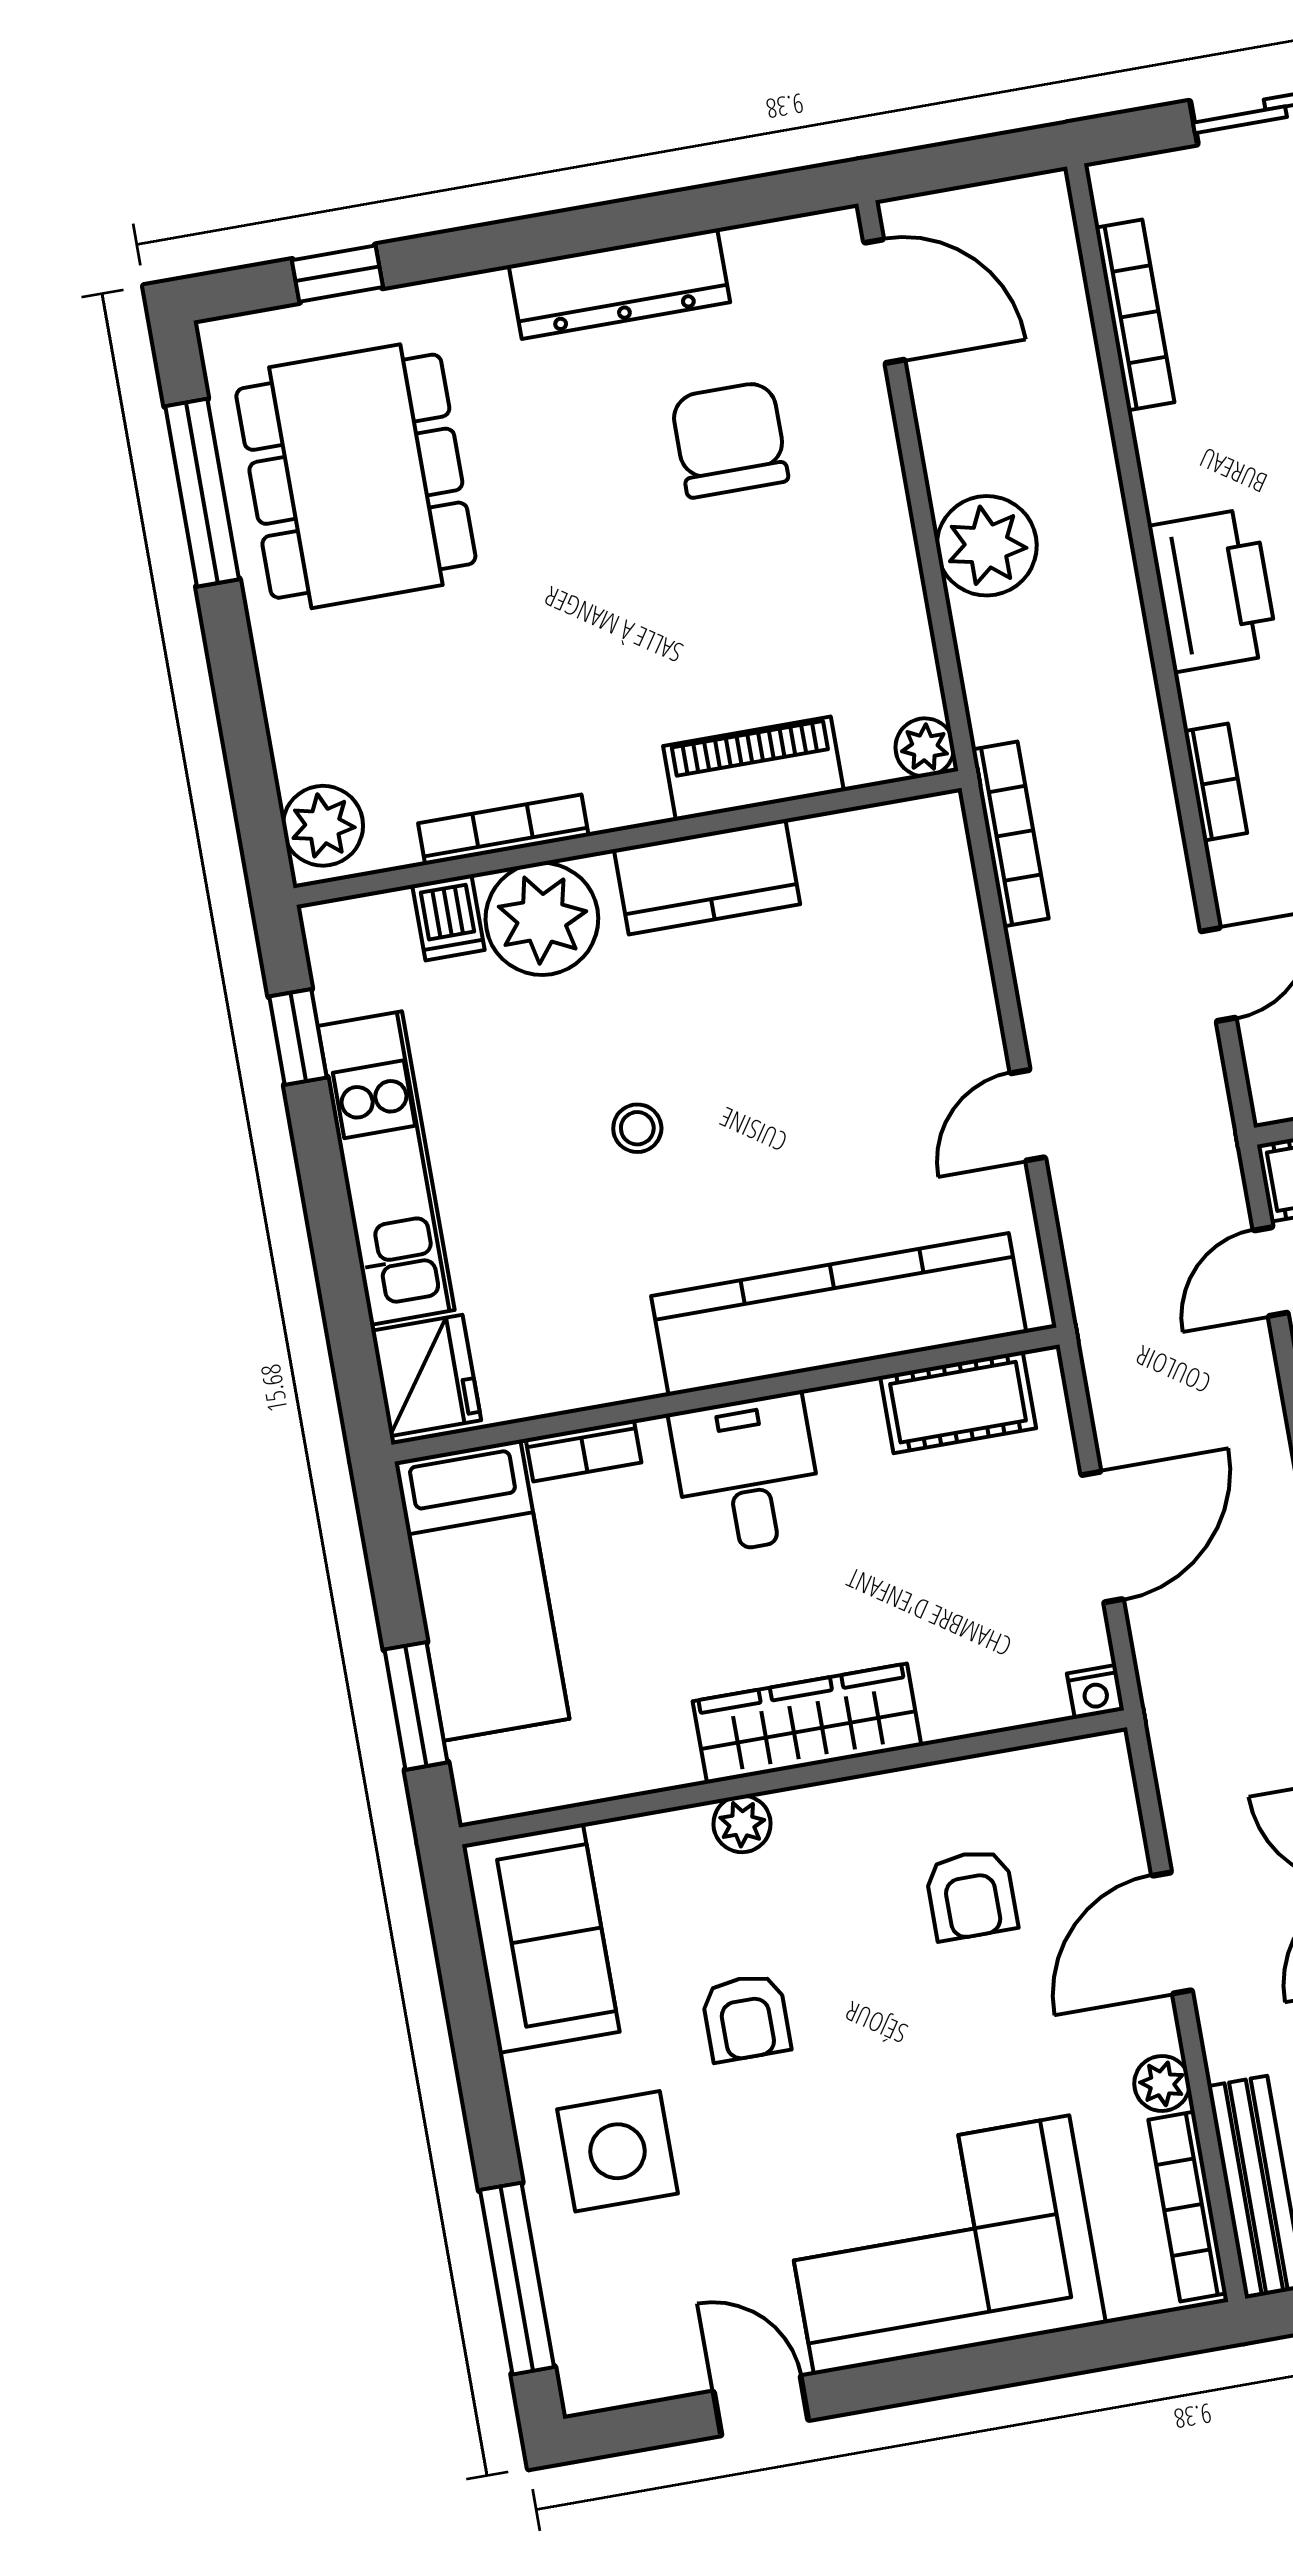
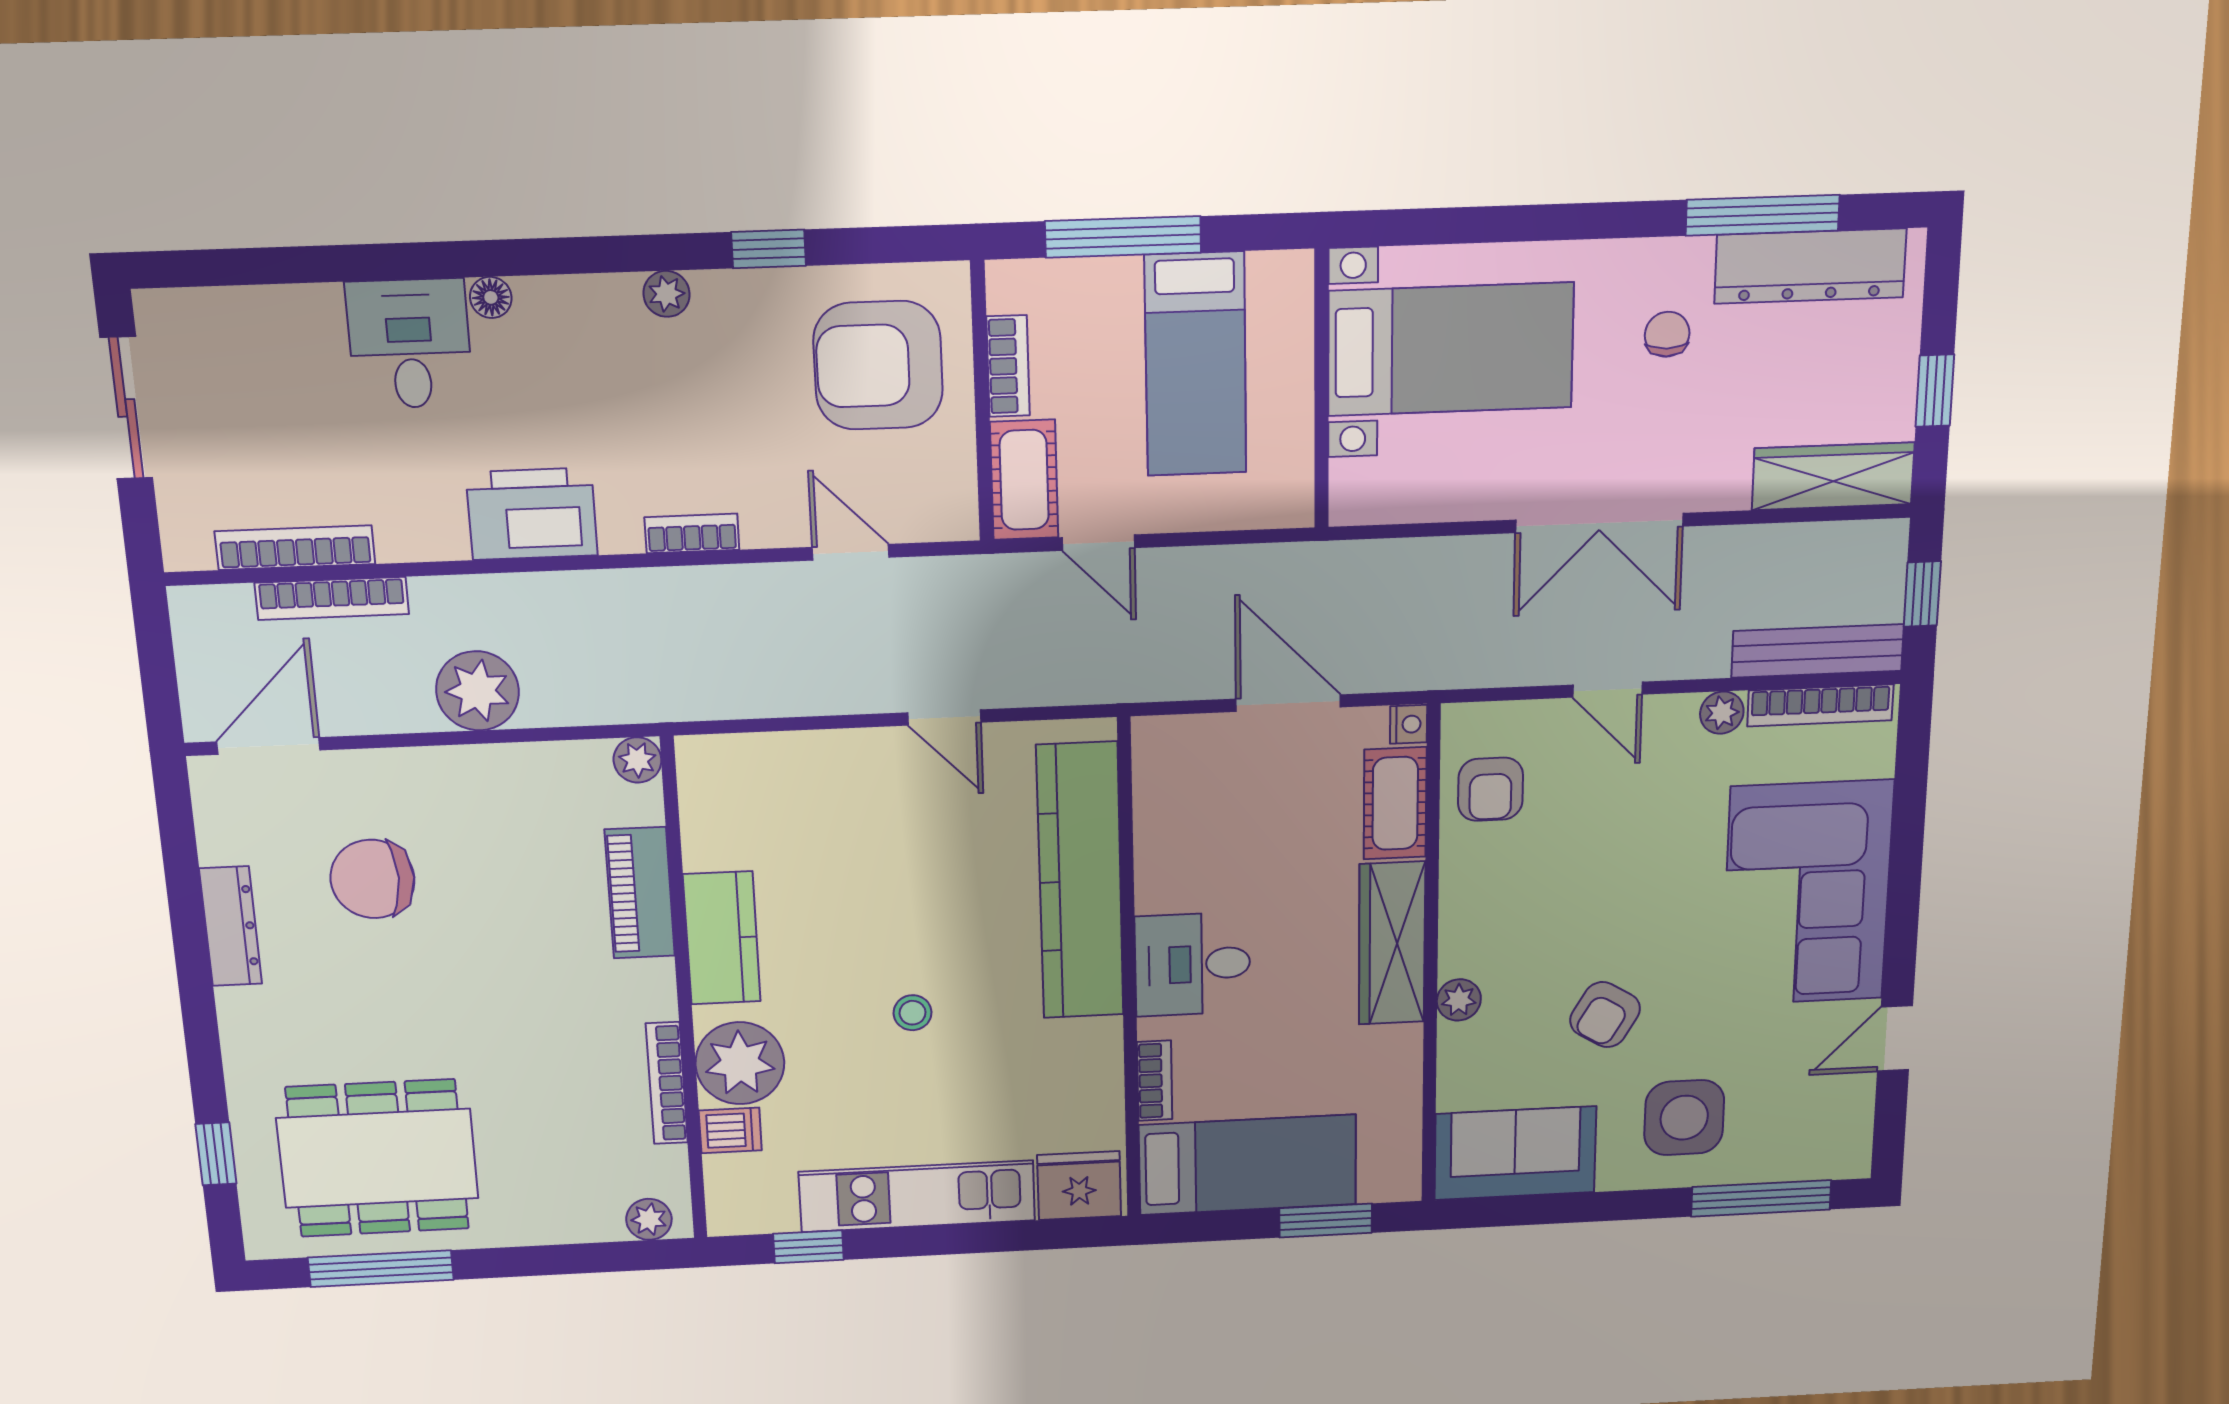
dresser: (619, 284) -> (231, 926), width x0.73, depth x0.80
plant: (323, 826) -> (649, 1219), width x0.73, depth x0.73
bookcase: (1010, 834) -> (332, 598), moved, turned 180
cot: (958, 1402) -> (1395, 803), moved
armchair: (971, 1895) -> (1491, 789), moved, turned 90
door: (1172, 1933) -> (1608, 690), width x0.73
armchair: (746, 2018) -> (1605, 1015), turned 121

